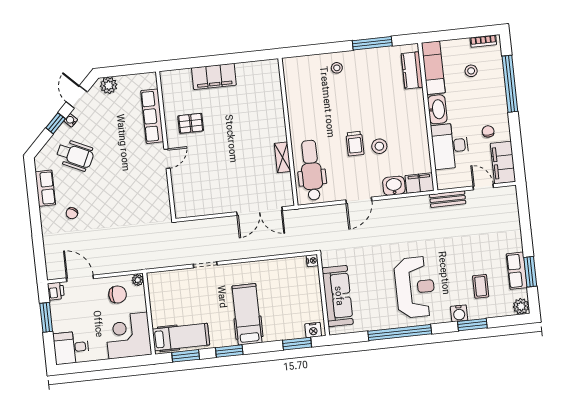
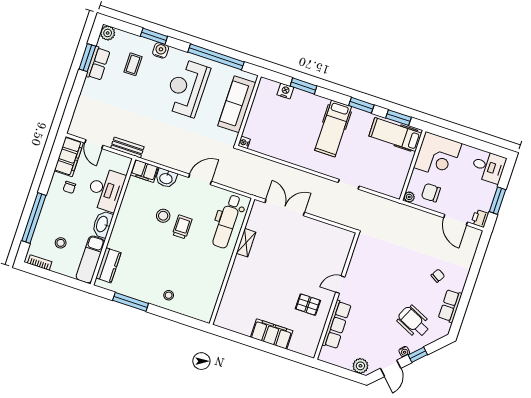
nightstand: (312, 261) -> (244, 142), moved
wall: (323, 295) -> (248, 111), moved
sofa: (338, 296) -> (237, 104), moved

